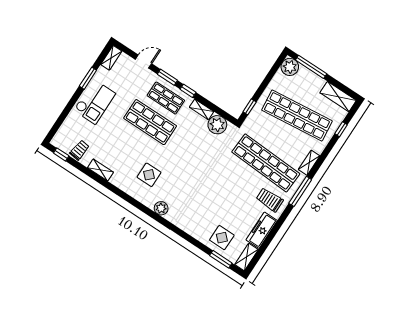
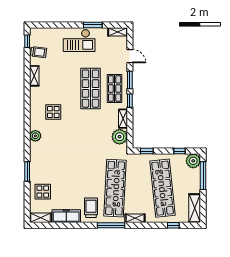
window: (271, 74) -> (180, 151), added
window: (221, 259) -> (27, 172), moved

